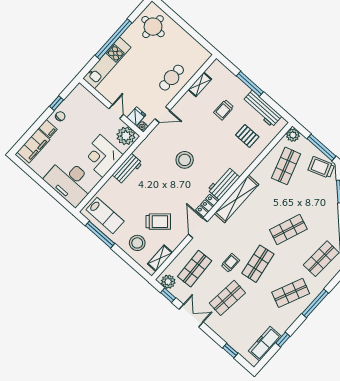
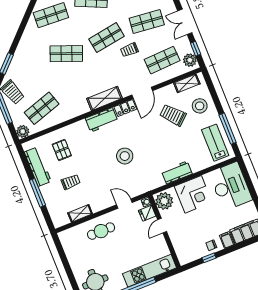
shelving: (237, 199) -> (104, 98), width x0.68

